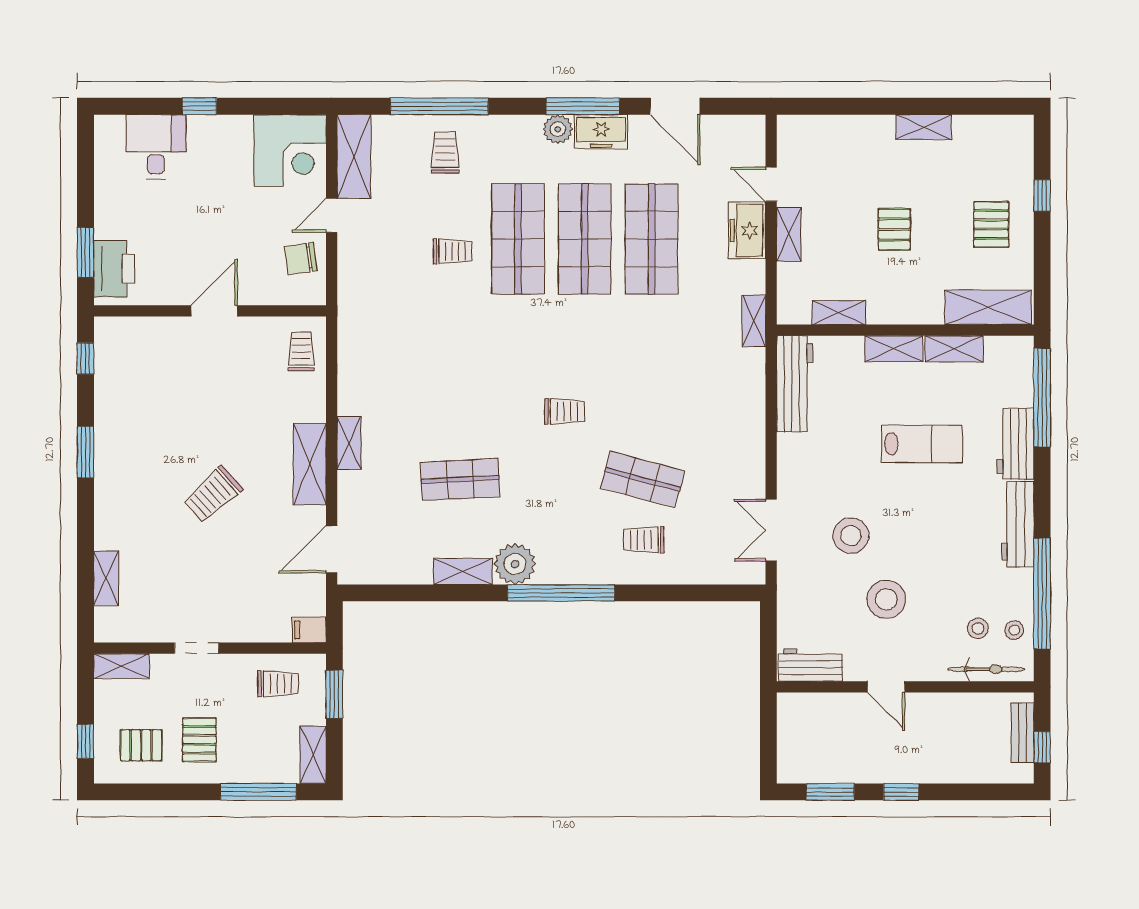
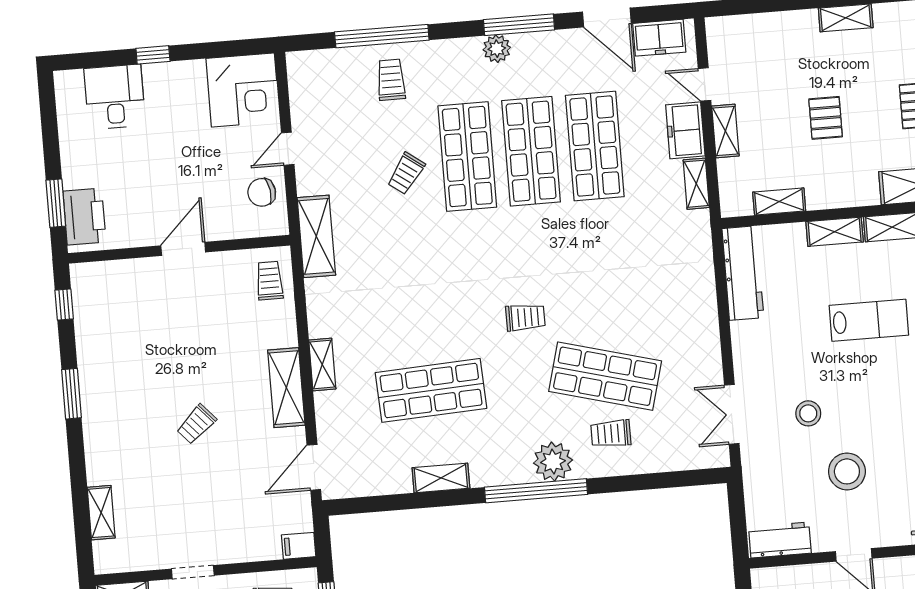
freezer: (601, 132) -> (659, 38), moved
shelving: (354, 156) -> (316, 236), moved
trolley: (453, 251) -> (406, 173), turned 126
shelving: (754, 321) -> (696, 184), moved
shop shelf: (460, 479) -> (431, 390), width x1.43, depth x1.36
shop shelf: (643, 479) -> (605, 376), width x1.43, depth x1.36
trolley: (213, 495) -> (196, 424), width x0.73, depth x0.72
stool: (851, 536) -> (808, 413), width x0.73, depth x0.73
plant: (515, 564) -> (553, 462), moved

